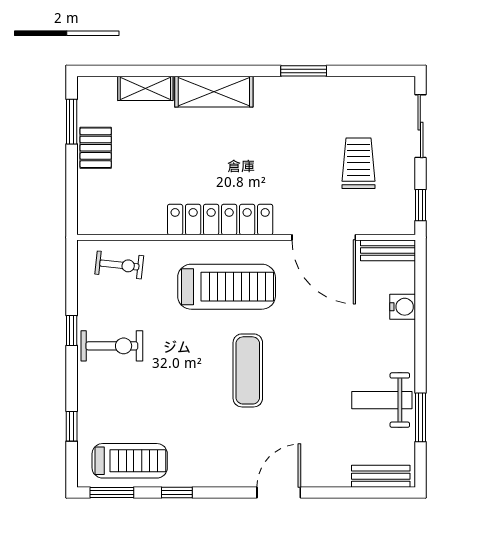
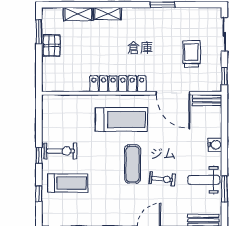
shelving: (214, 92) -> (108, 14), width x0.67, depth x0.75
exercise bike: (119, 265) -> (162, 179), moved
water cooler: (403, 307) -> (215, 145), moved
window: (72, 331) -> (39, 155), moved
treadmill: (130, 461) -> (68, 183), moved

